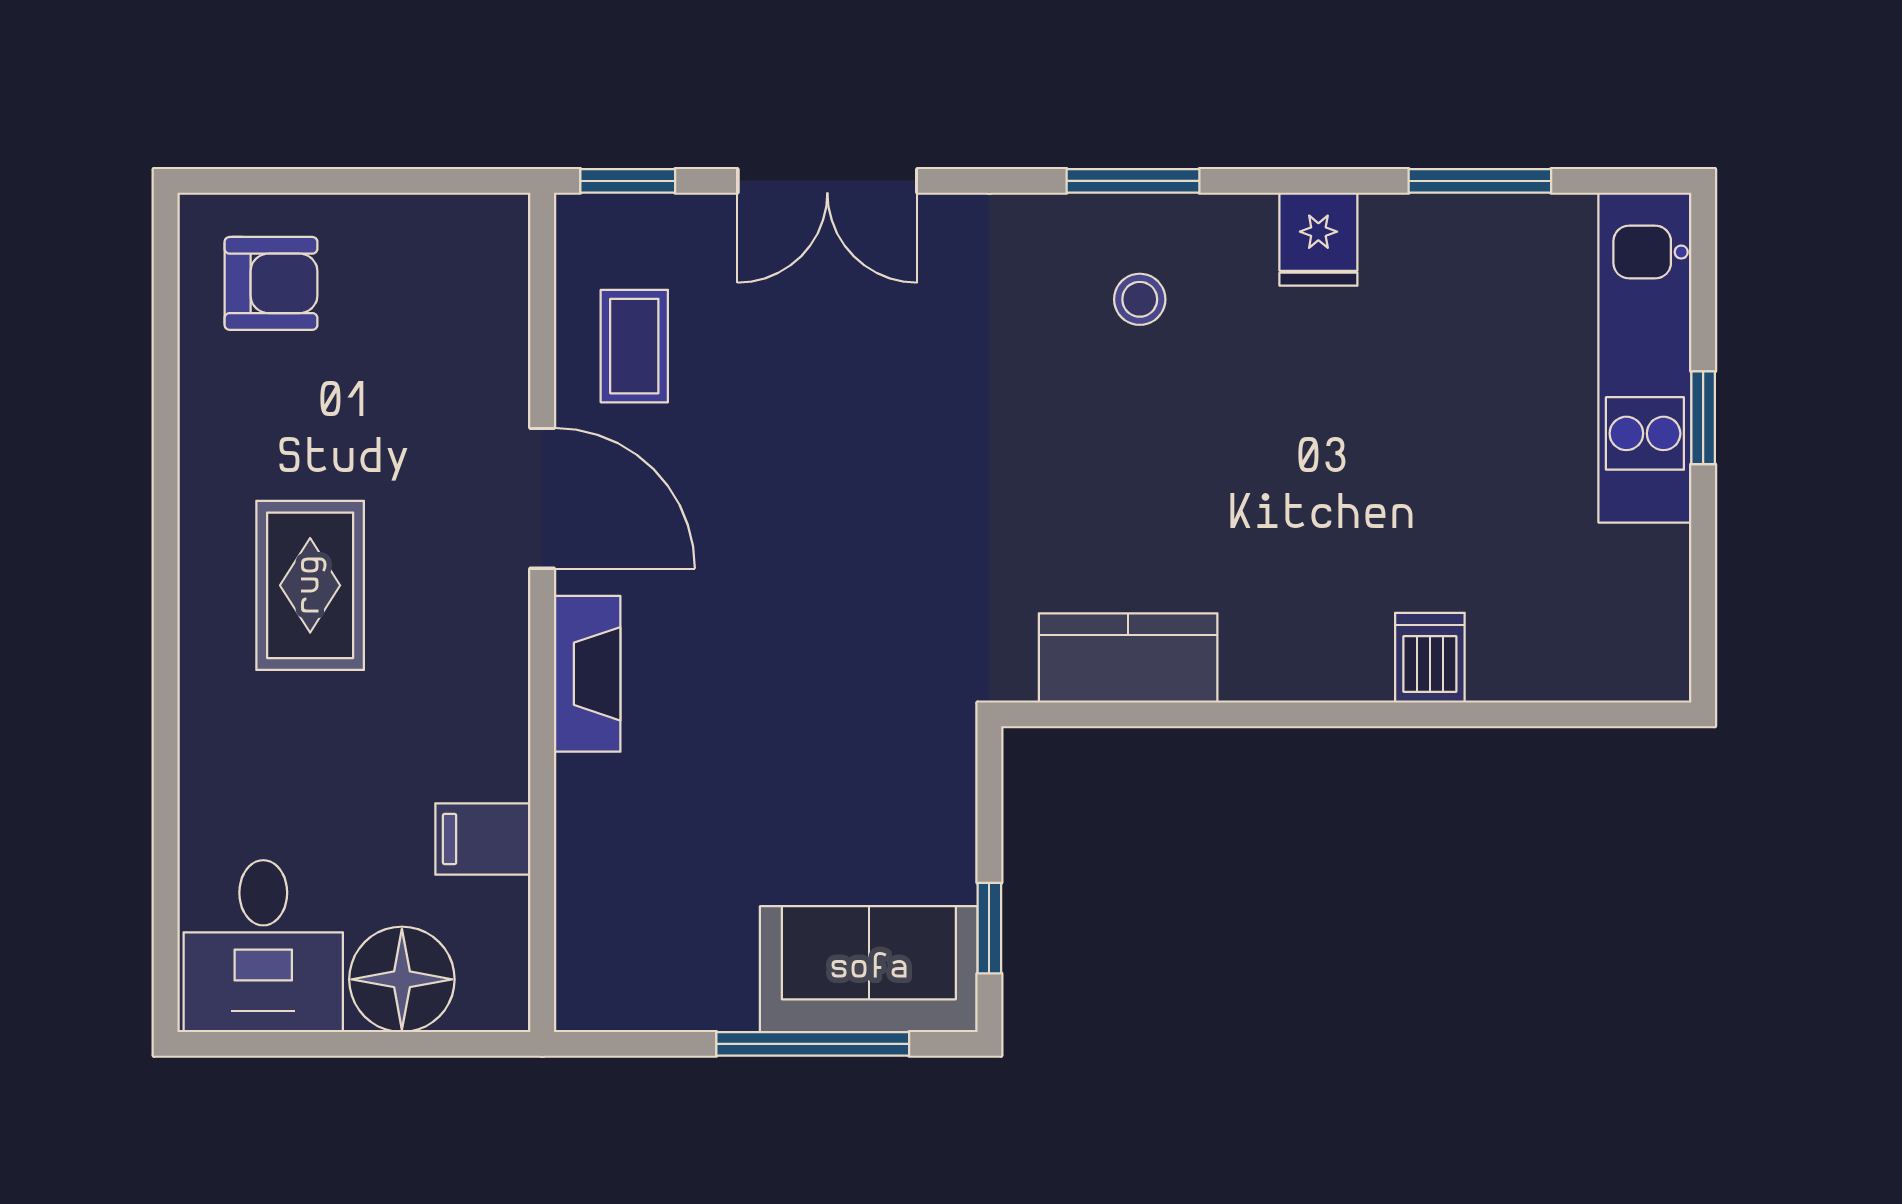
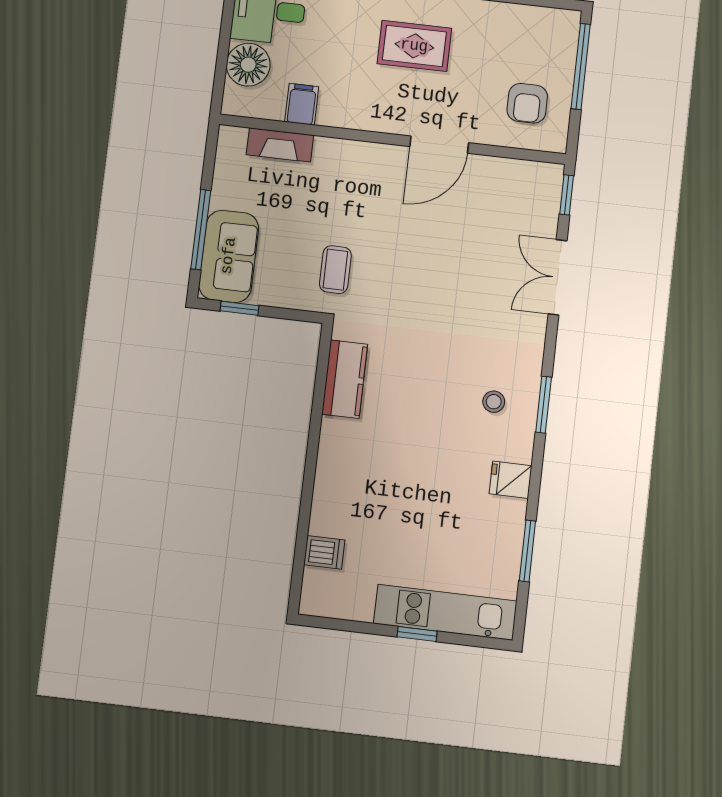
window: (314, 181) -> (581, 66), added
armchair: (271, 283) -> (527, 103), moved
coffee table: (634, 346) -> (335, 270), moved, turned 90
dishwasher: (1430, 658) -> (324, 552), moved
fireplace: (587, 674) -> (280, 145), moved

